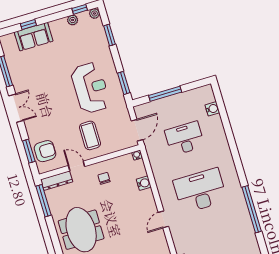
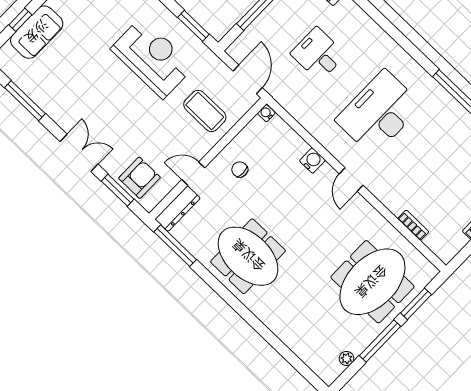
double door: (16, 108) -> (79, 153), moved
coffee table: (90, 135) -> (205, 111), moved
desk: (185, 138) -> (318, 54), width x0.73
water cooler: (144, 183) -> (312, 161), moved

